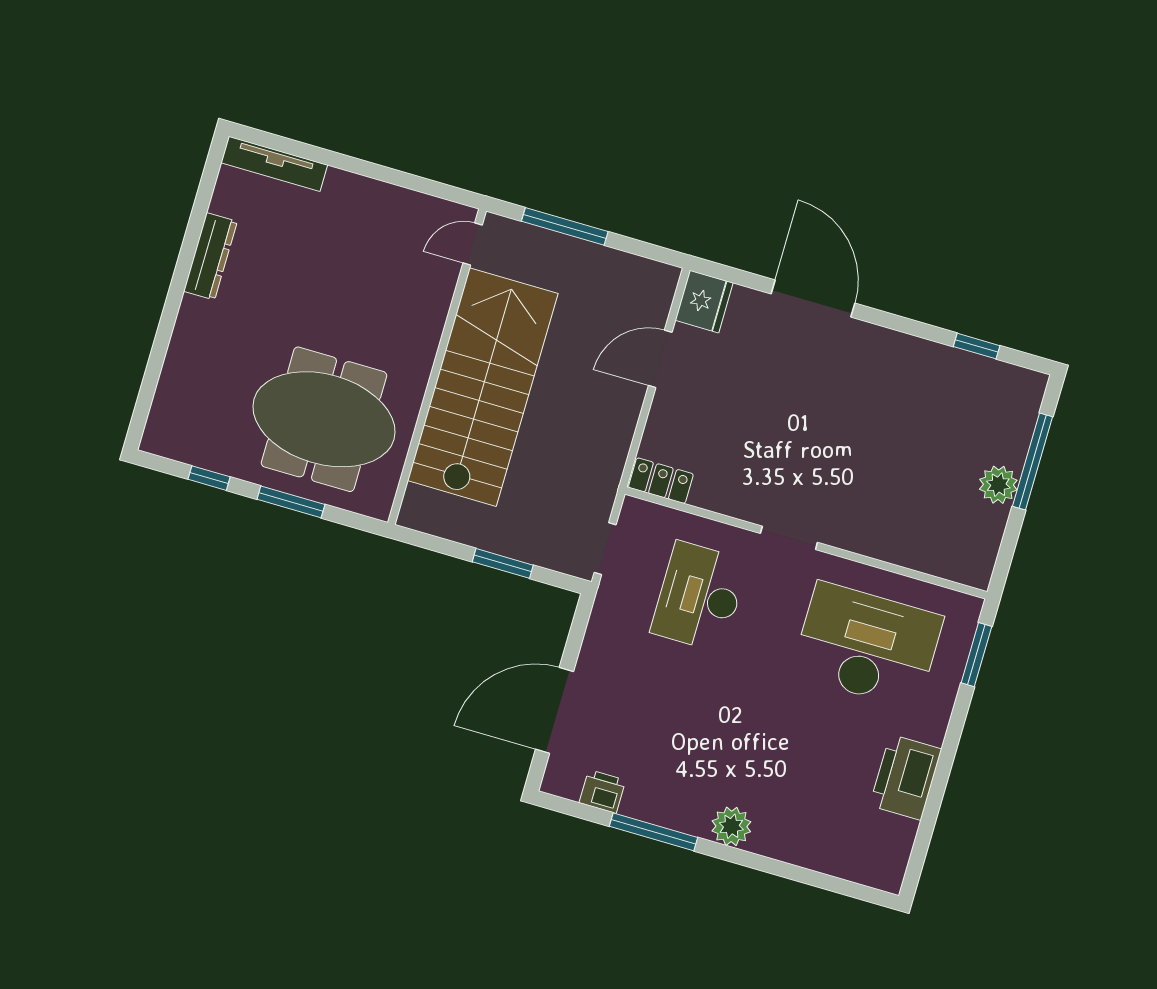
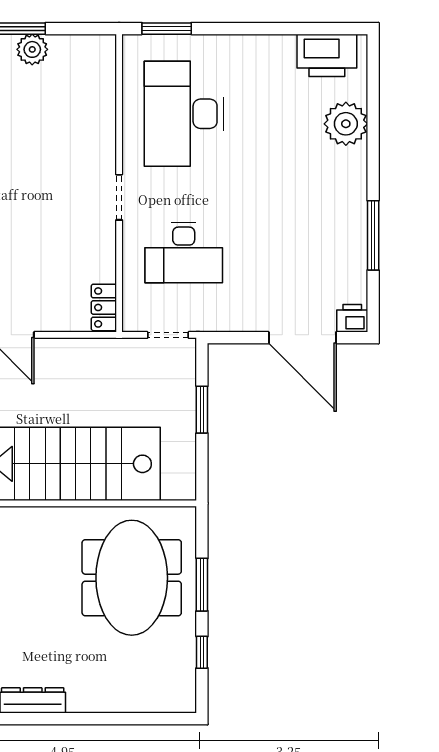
printer: (906, 777) -> (327, 55), moved
printer: (602, 791) -> (352, 318), moved, turned 90
plant: (731, 826) -> (346, 124), moved, width x1.36, depth x1.36

